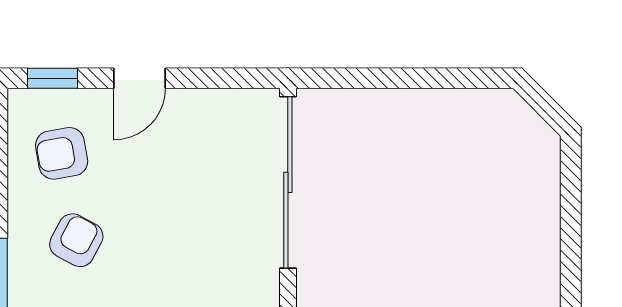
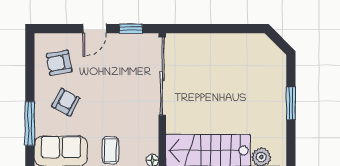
window: (52, 78) -> (131, 29), moved
window: (571, 242) -> (291, 103), added

